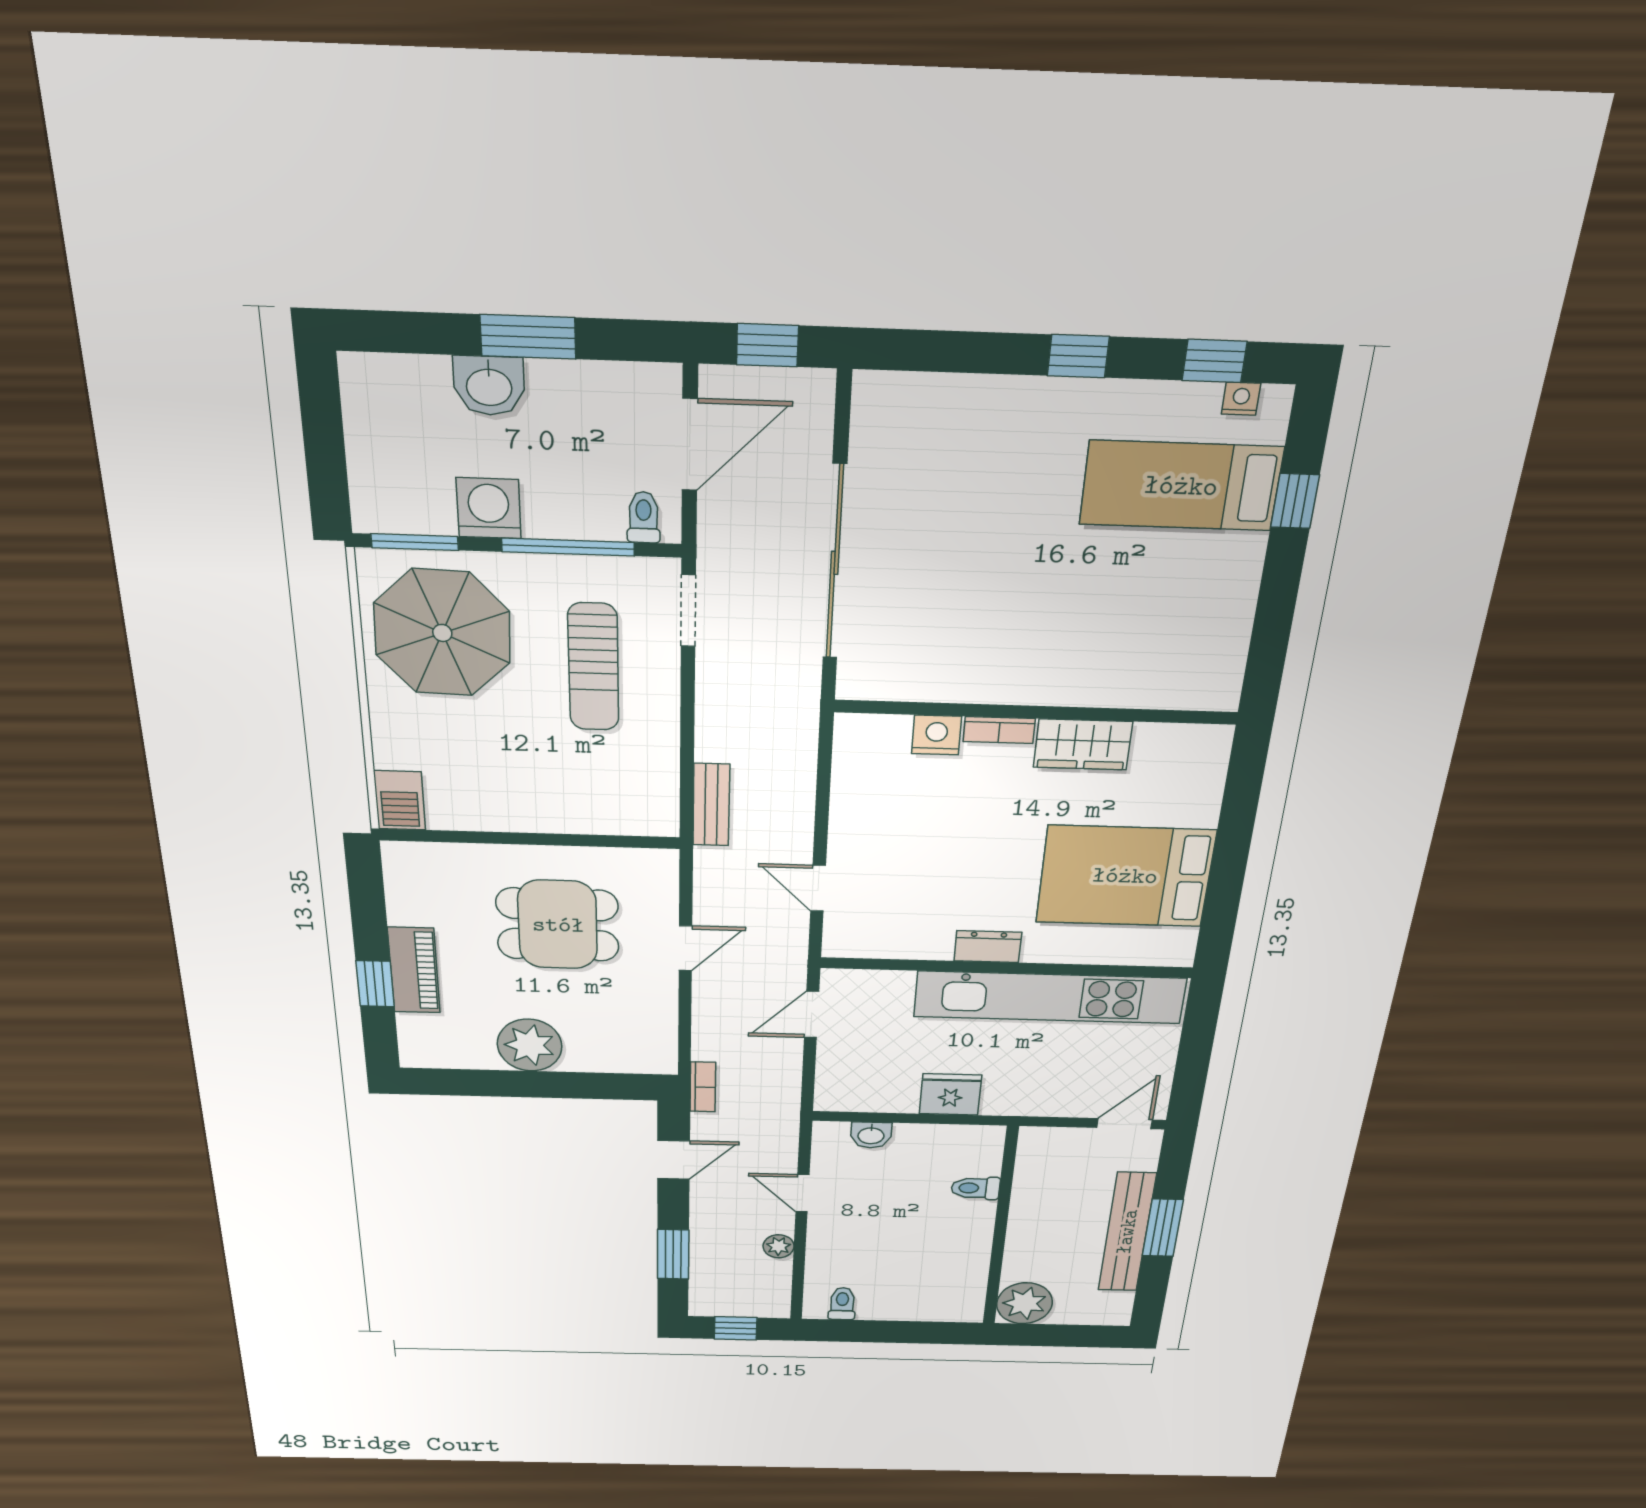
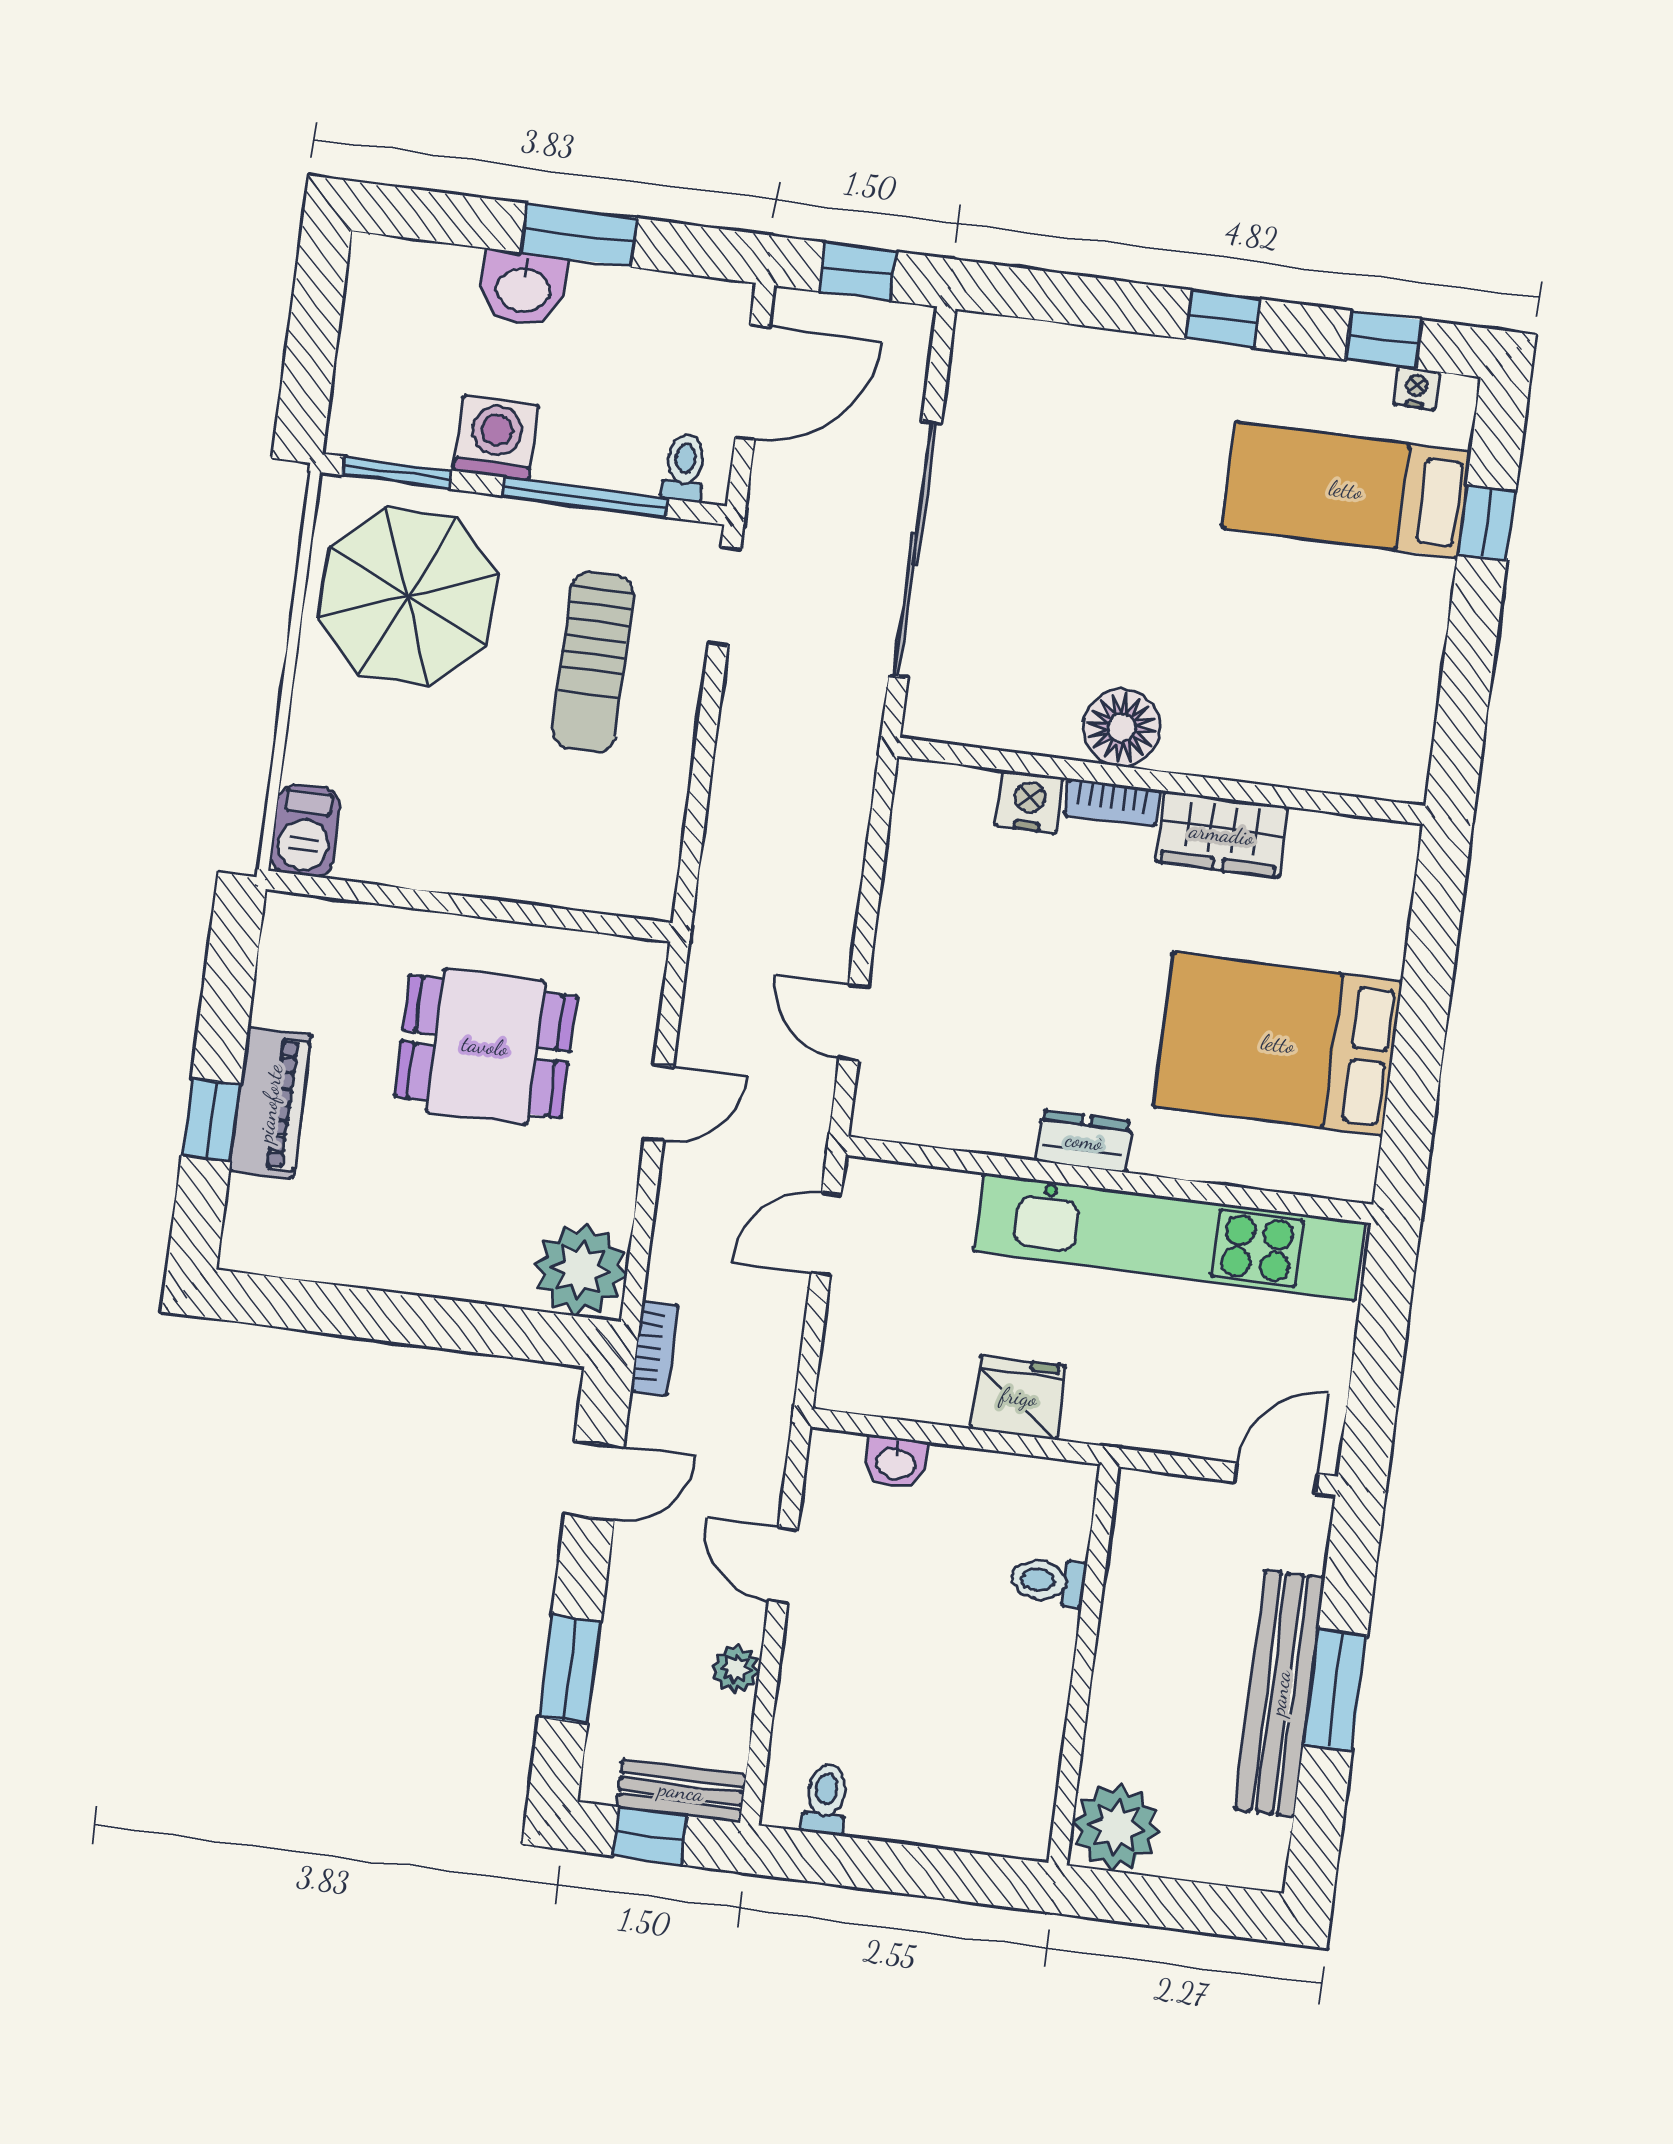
floor lamp: (1005, 678) -> (1122, 728), added
bench: (711, 805) -> (681, 1791), moved, turned 90
plant: (530, 1045) -> (581, 1270), moved

